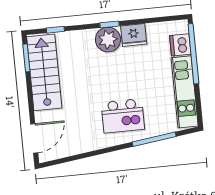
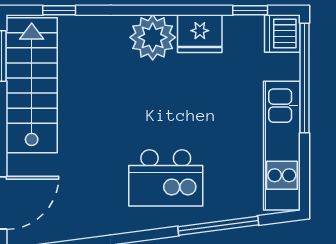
window: (109, 24) -> (250, 10), moved
dishwasher: (180, 45) -> (282, 34), moved

